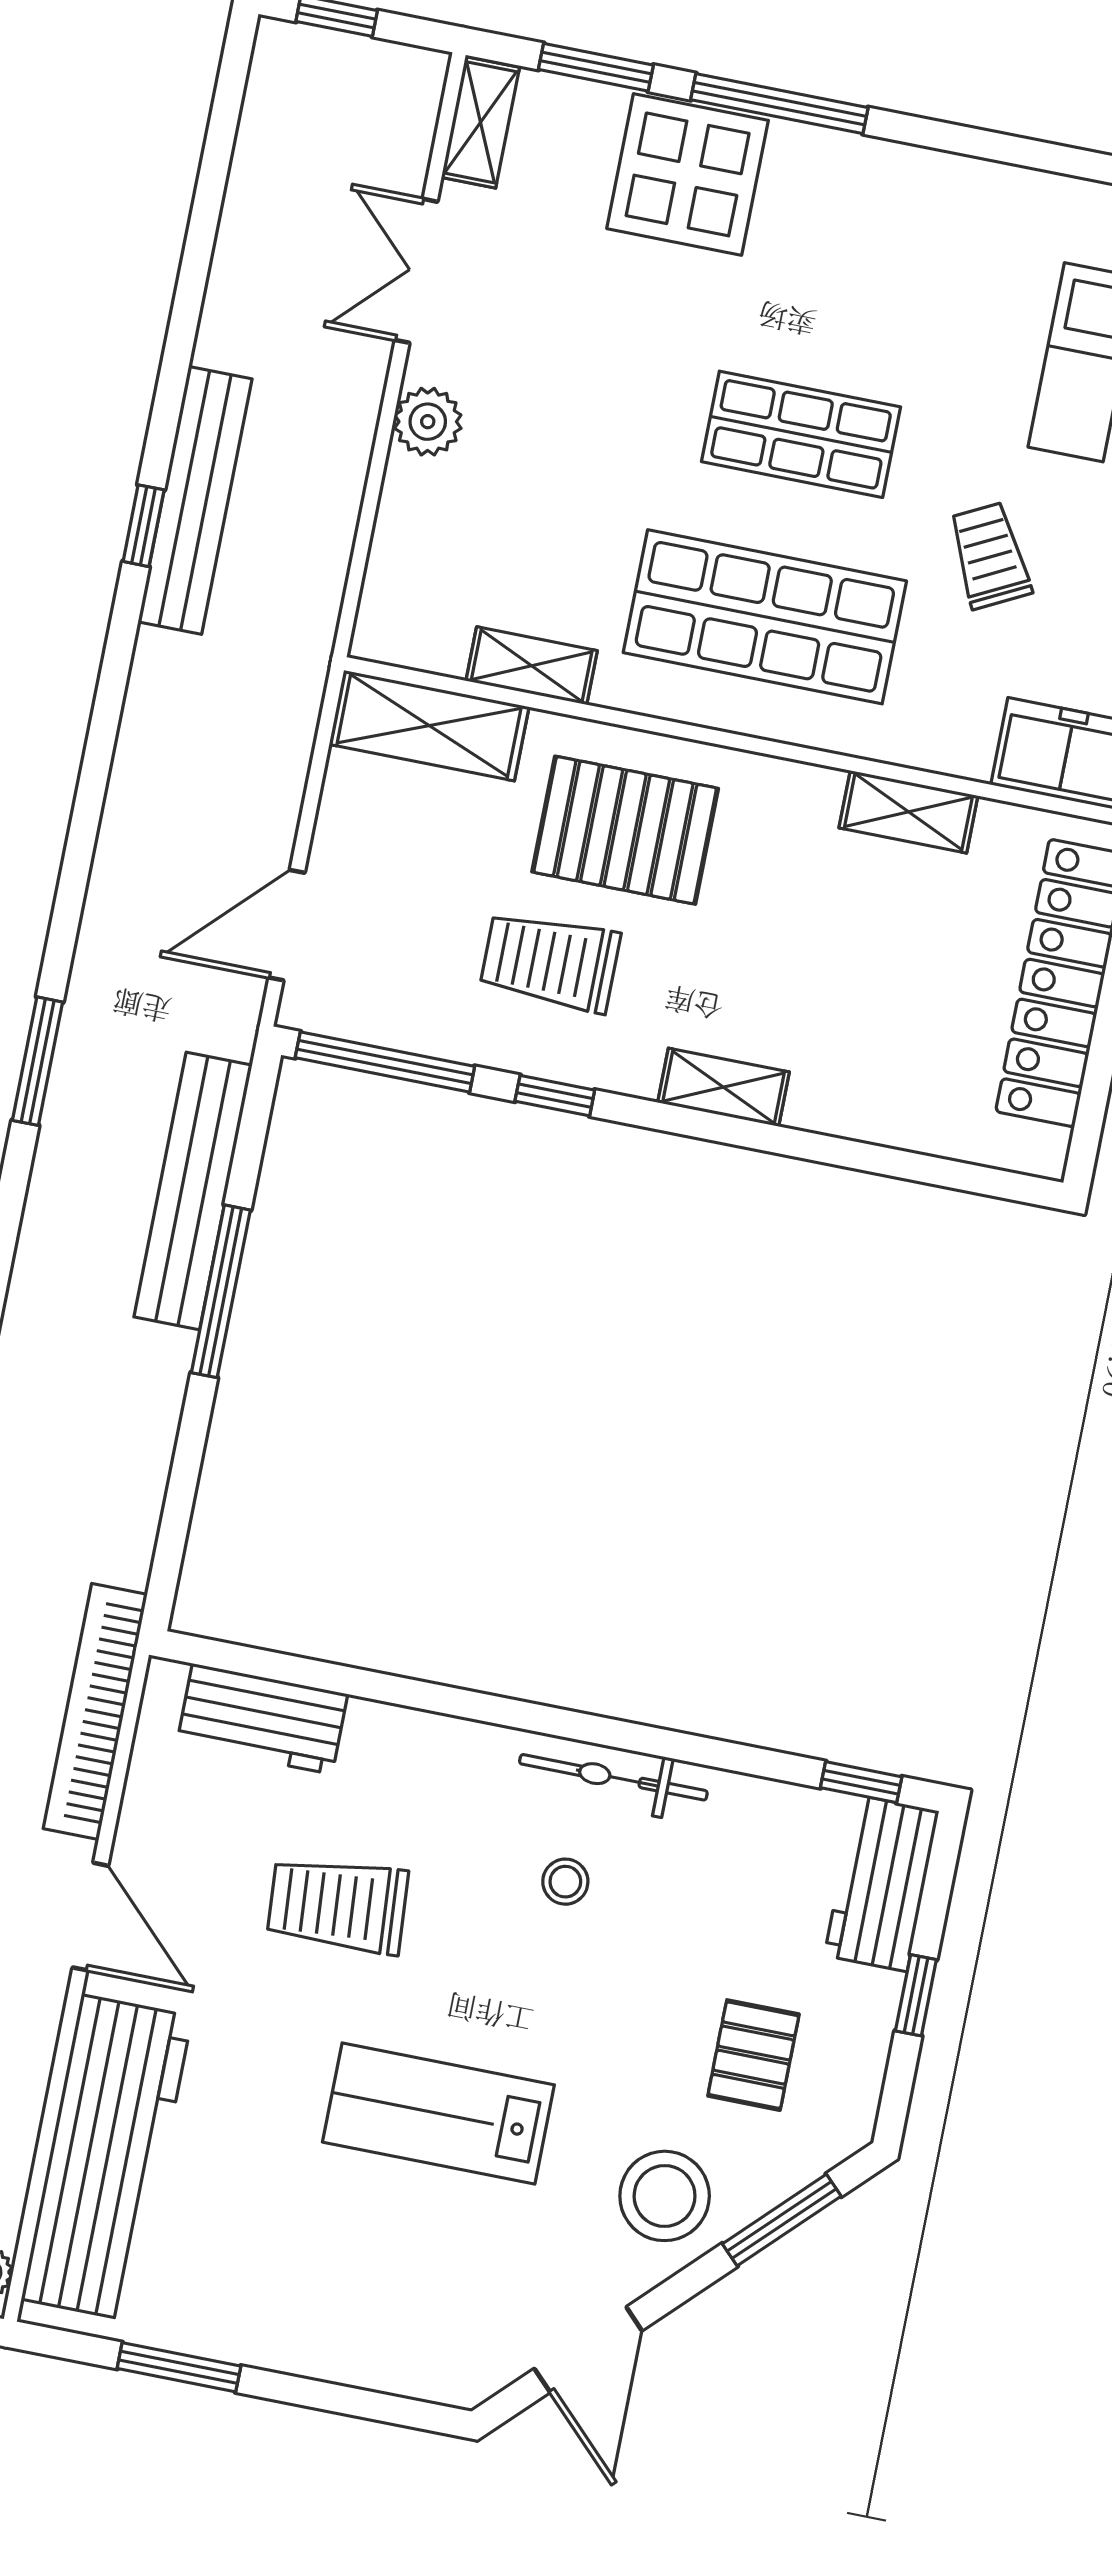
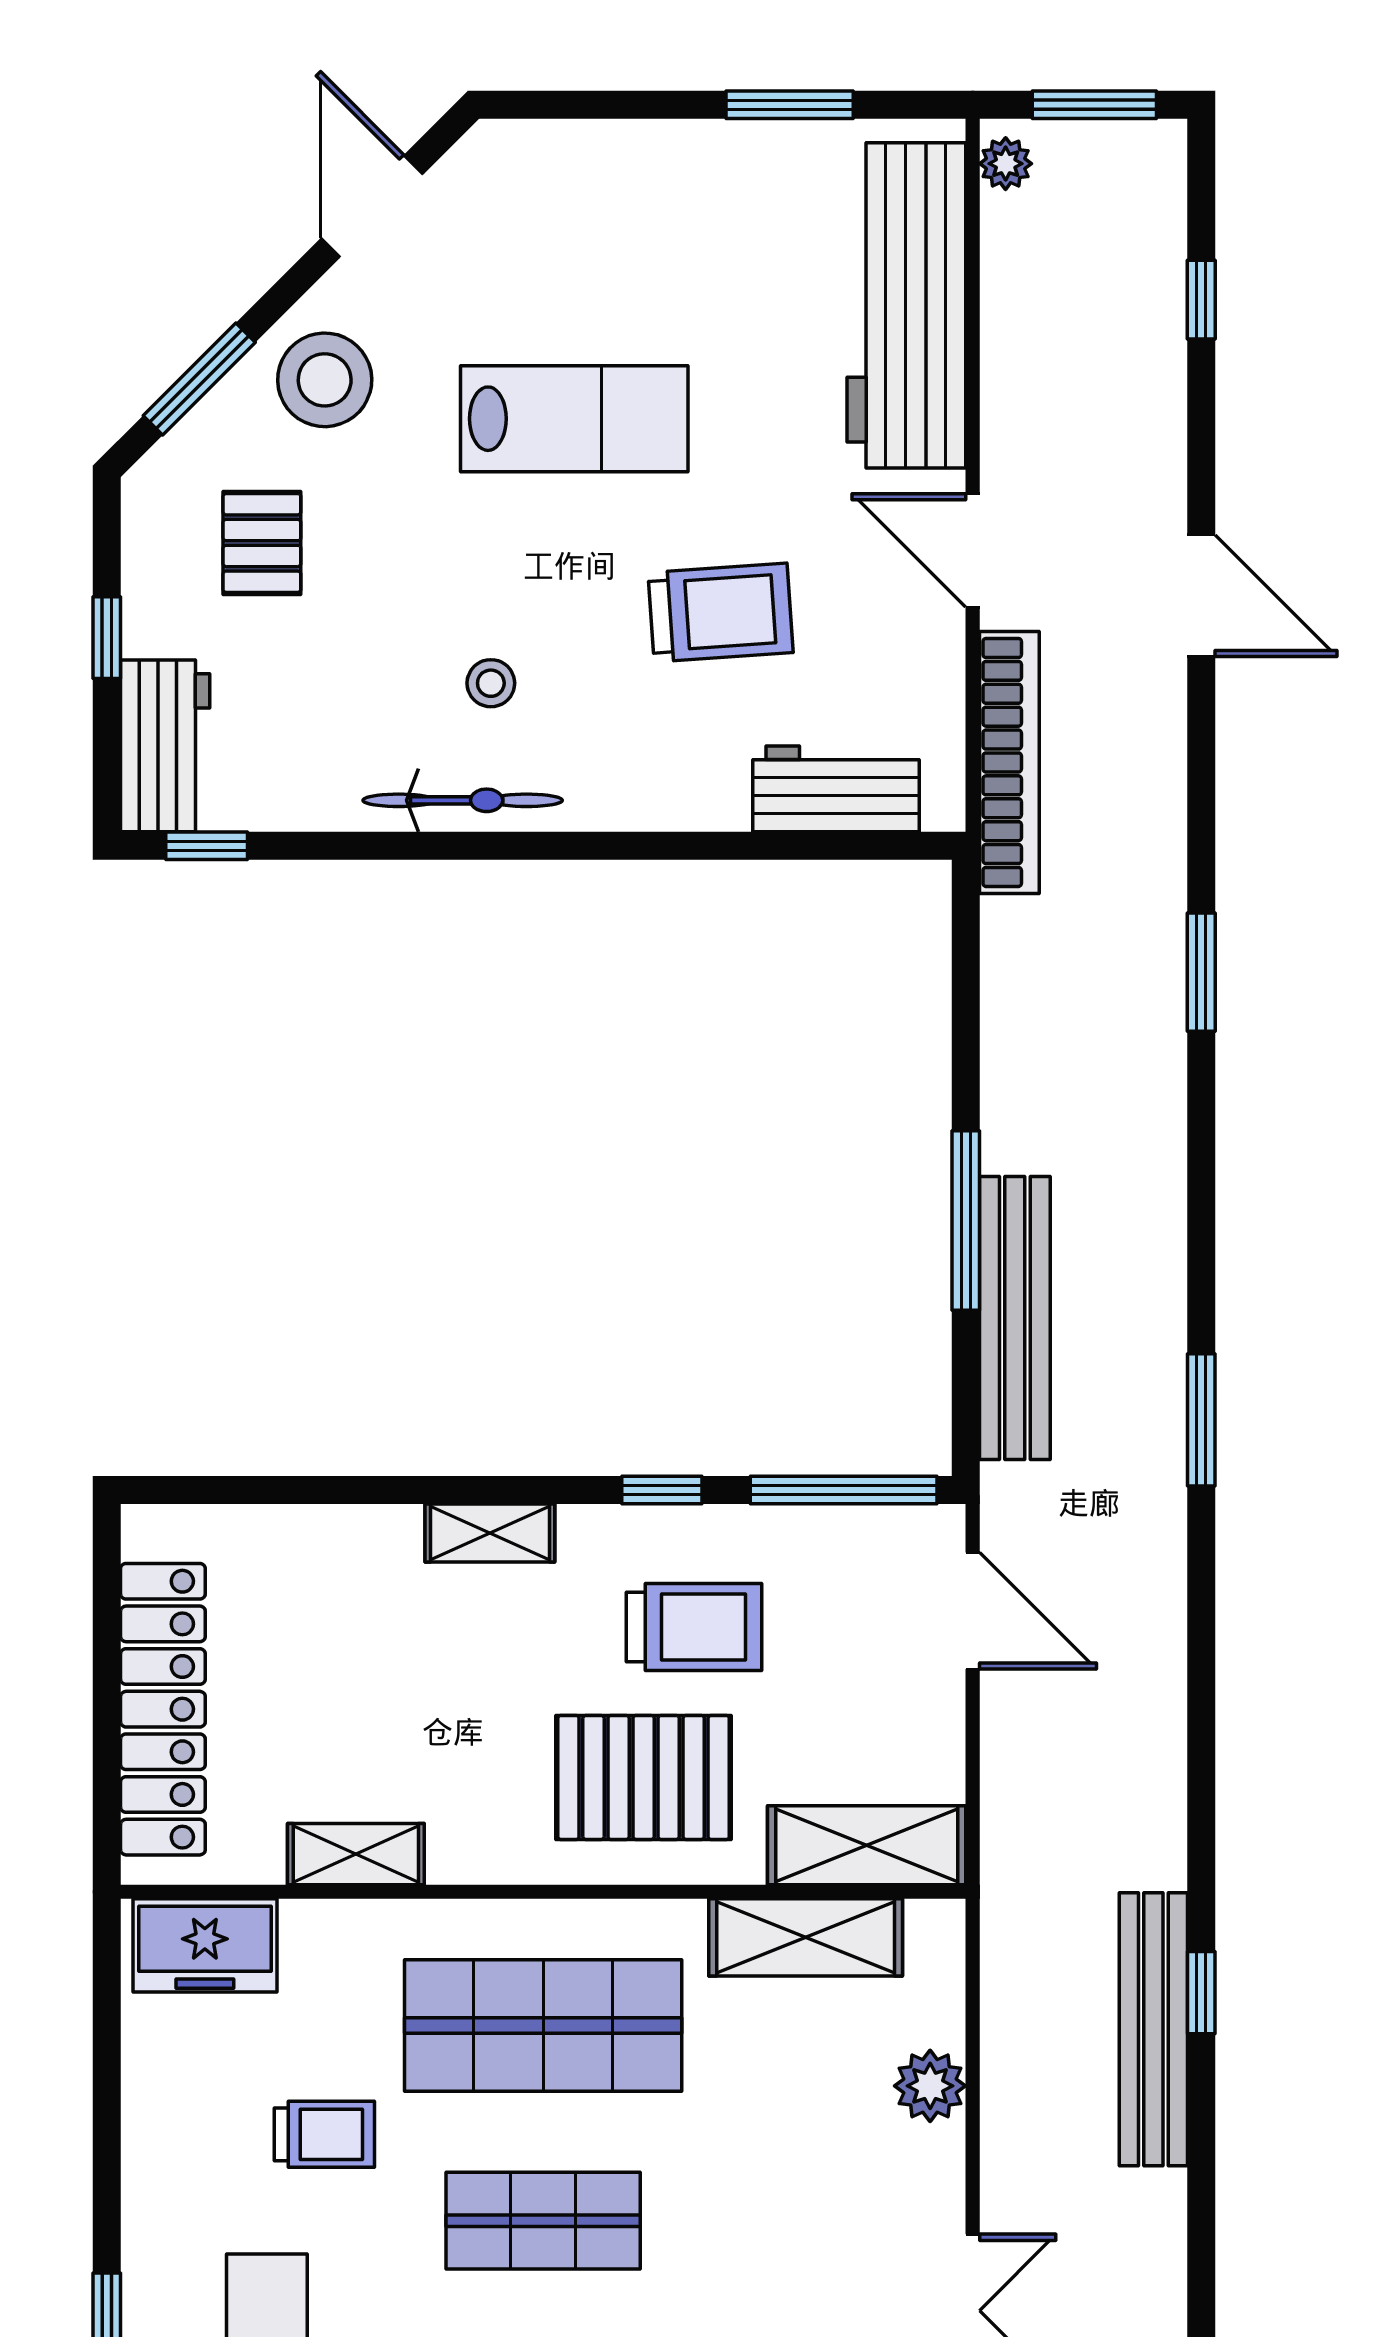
plant: (428, 422) -> (930, 2086), moved
trolley: (990, 556) -> (324, 2134), turned -63
shelving: (532, 666) -> (806, 1937), width x1.50, depth x1.33
door: (287, 925) -> (973, 1611), hinge flipped

